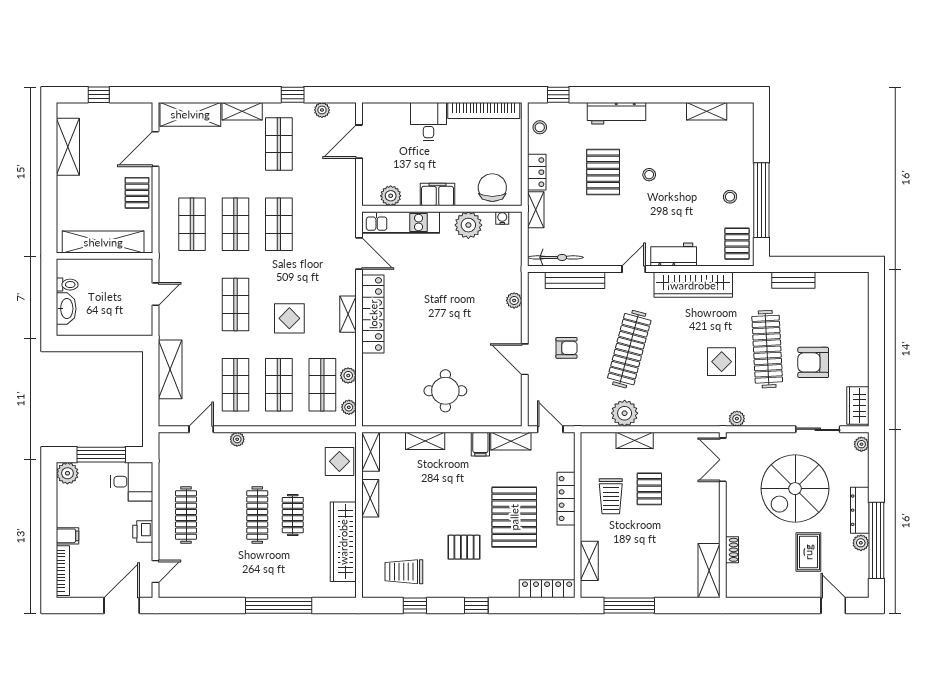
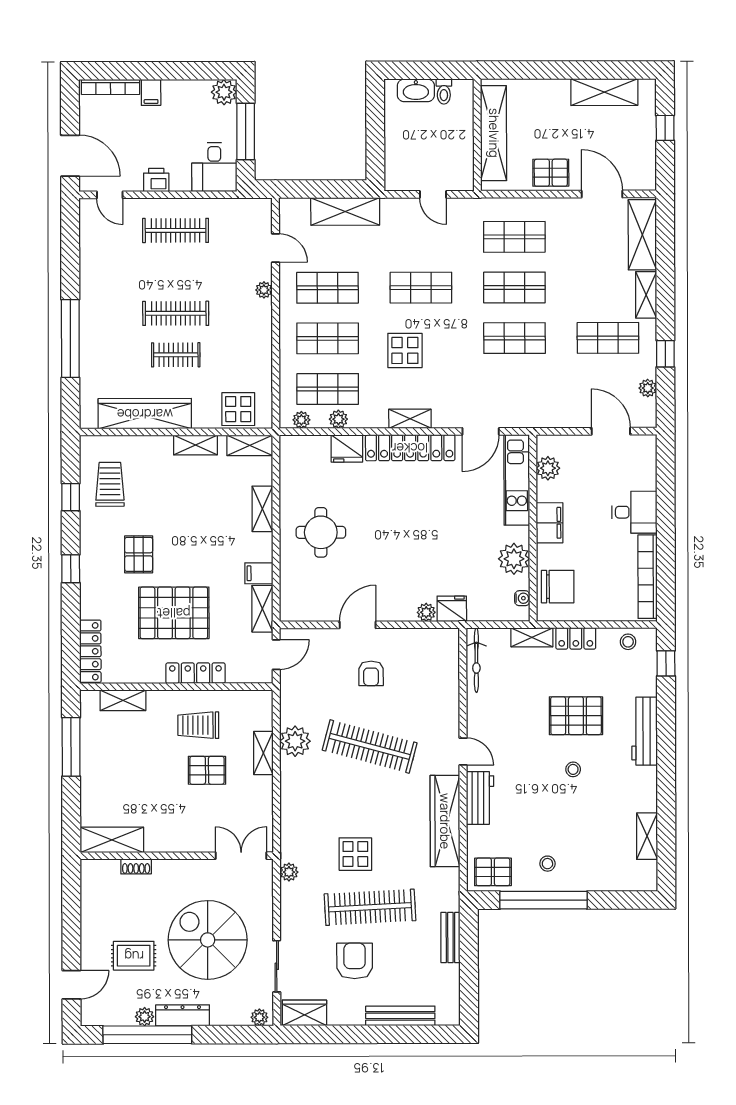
fridge: (511, 278) -> (452, 609), added
bench: (575, 280) -> (400, 1016), moved, turned 90
fridge: (373, 368) -> (347, 449), added

